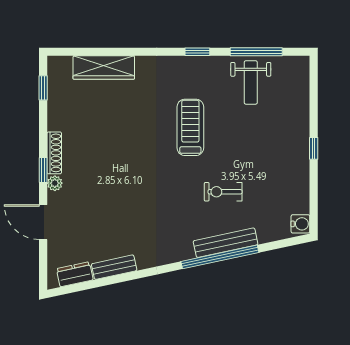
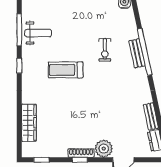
window: (43, 170) -> (80, 160), moved
plant: (55, 183) -> (104, 149), width x1.87, depth x1.87
bench: (226, 243) -> (137, 53), width x0.73

